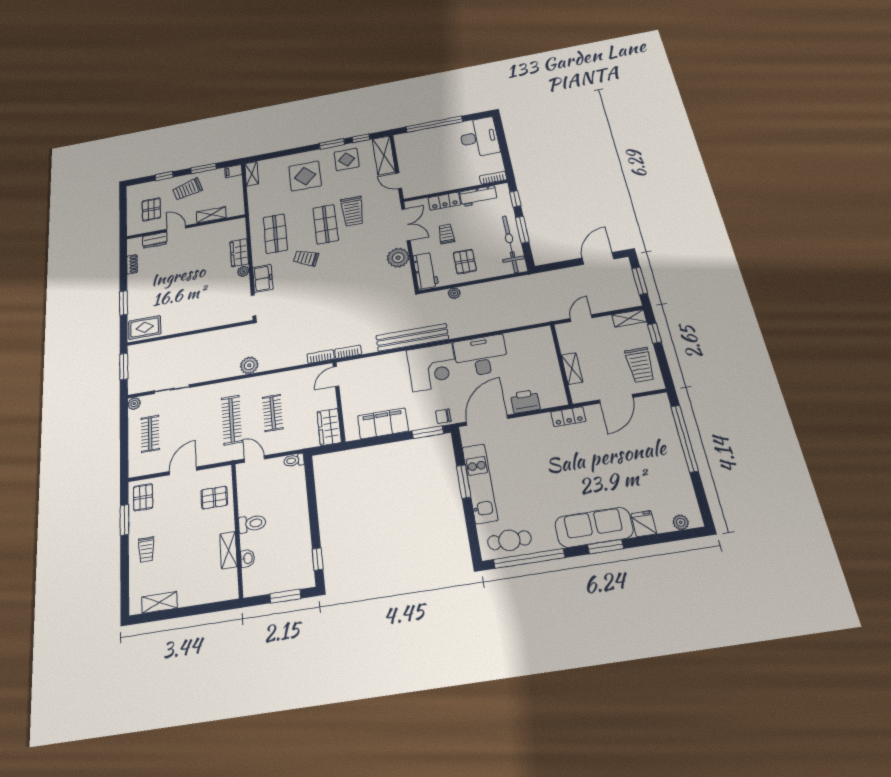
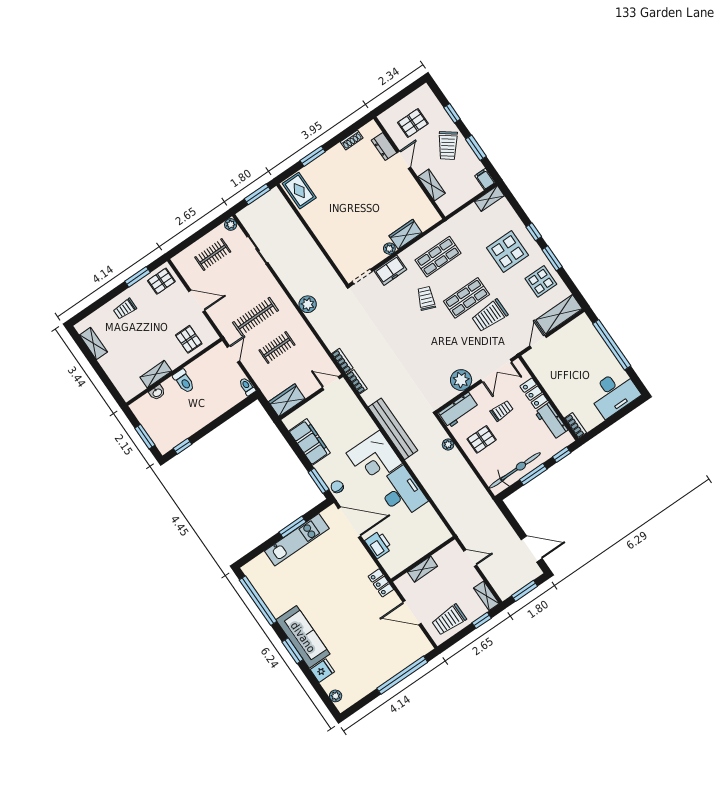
window: (361, 138) -> (534, 232), moved
trolley: (187, 189) -> (448, 145), turned -127
cafe table: (509, 540) -> (264, 581), removed

